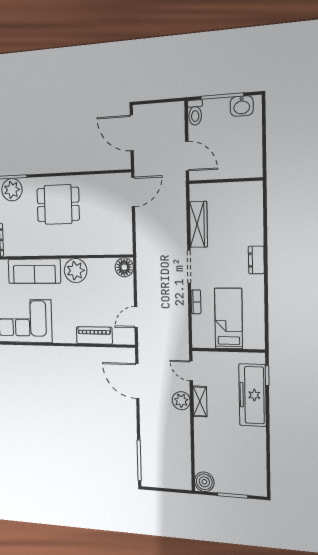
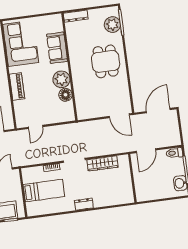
floor lamp: (124, 267) -> (65, 95), moved
sofa: (34, 271) -> (57, 48), width x0.73
door: (136, 317) -> (36, 127), swing flipped
piano: (94, 335) -> (17, 86), moved

